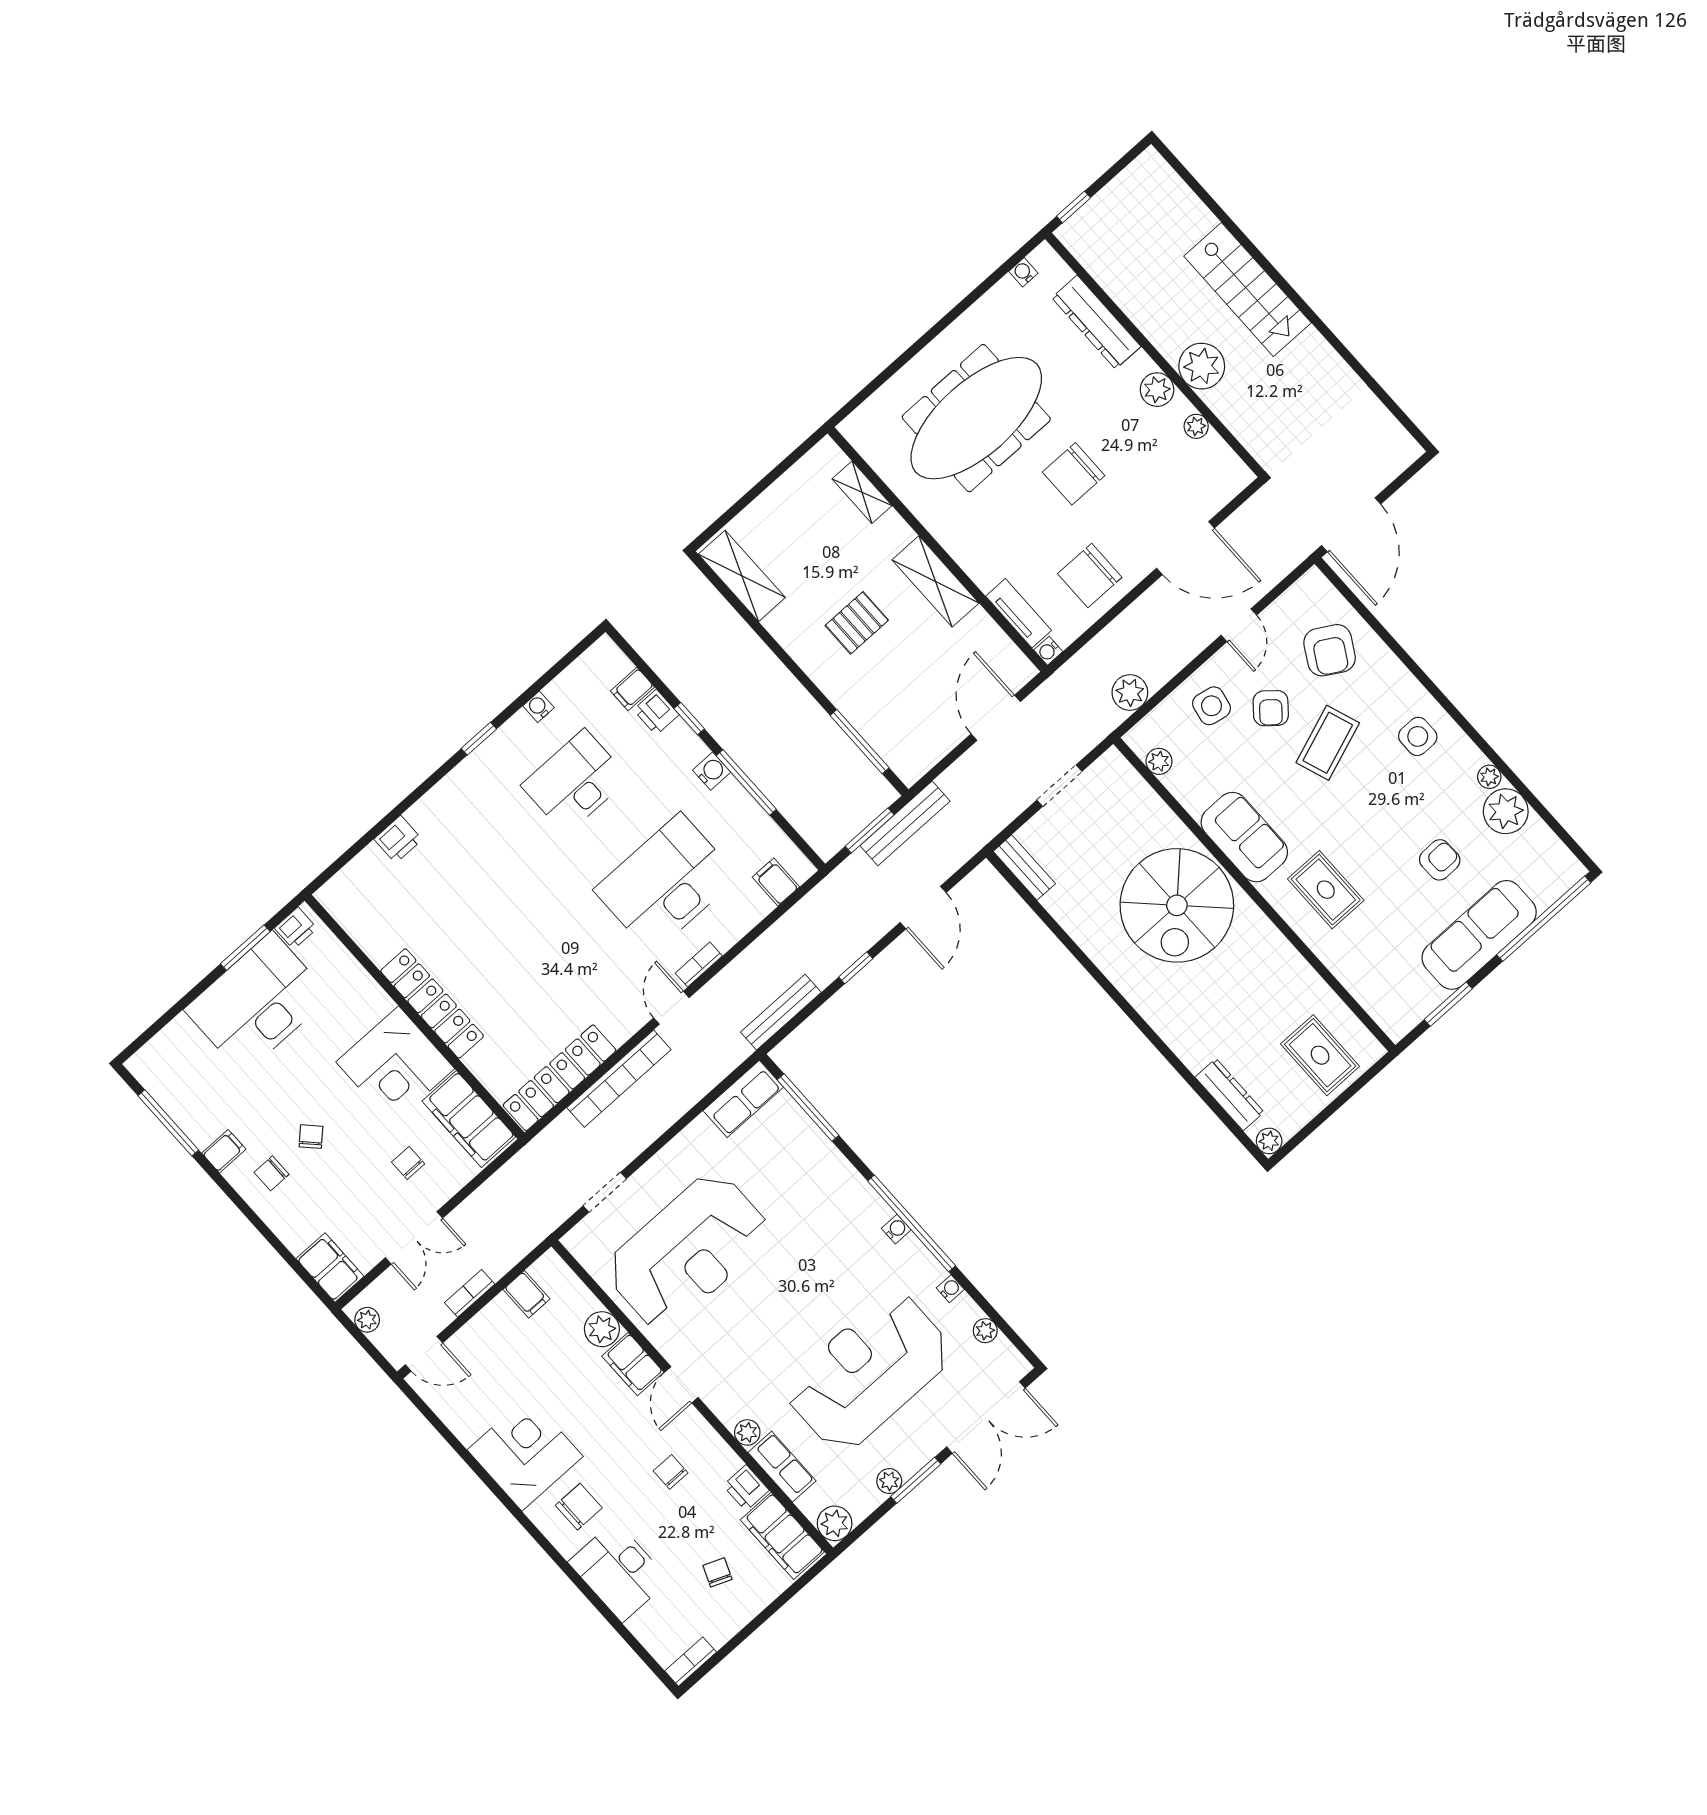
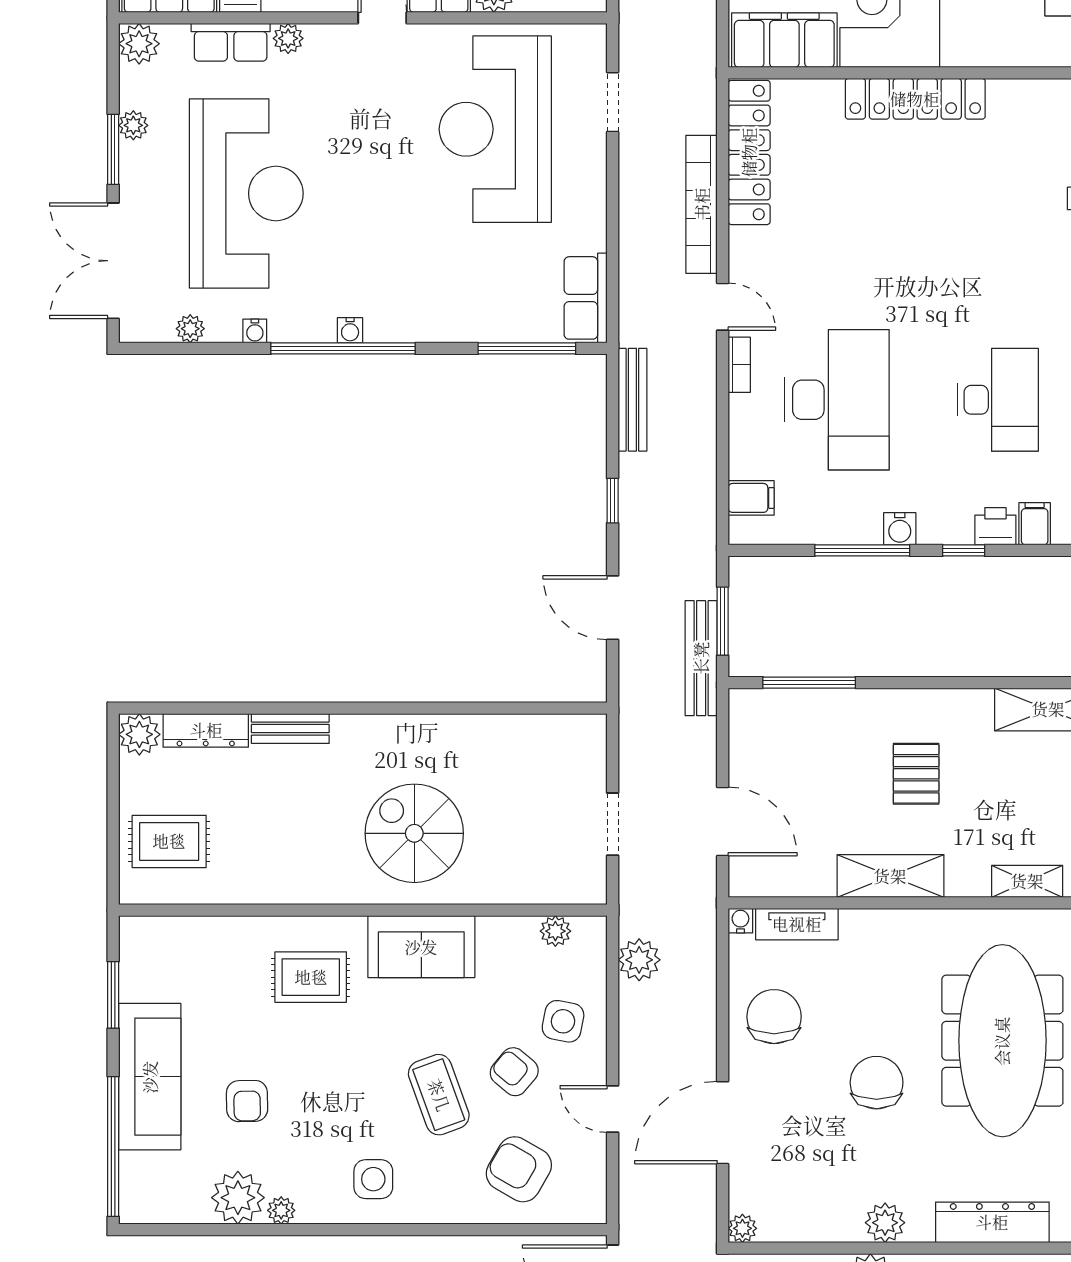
plant: (1196, 426) -> (742, 1228), moved
bench: (1024, 867) -> (290, 729), moved
spiral stairs: (1177, 905) -> (414, 833), width x0.73, depth x0.73
plant: (1269, 1141) -> (139, 734), width x1.38, depth x1.38

